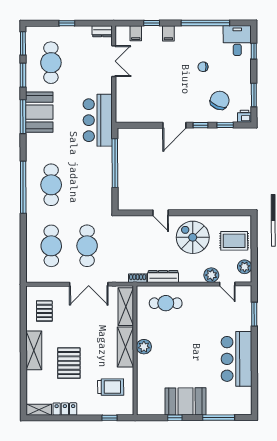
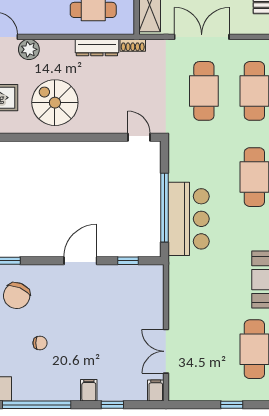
dresser: (102, 31) -> (182, 393), removed
filing cabinet: (136, 33) -> (156, 390), moved
bar counter: (98, 120) -> (189, 219), moved
window: (200, 125) -> (128, 261), moved
door: (161, 213) -> (139, 137), moved
spiral stairs: (193, 237) -> (55, 103), turned 180

